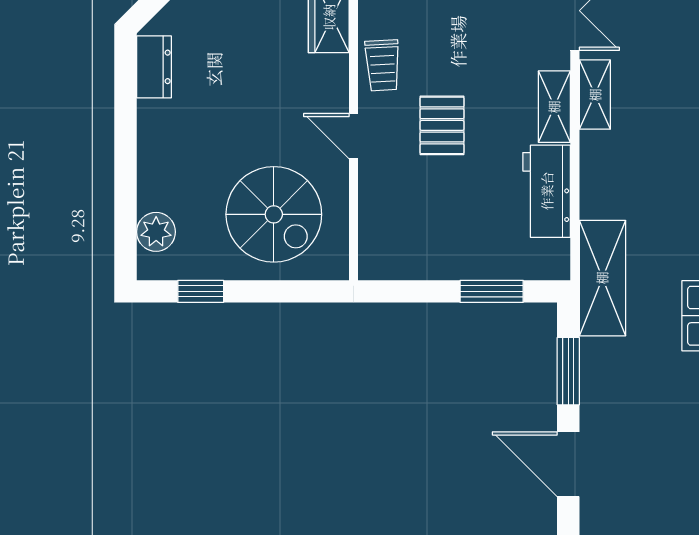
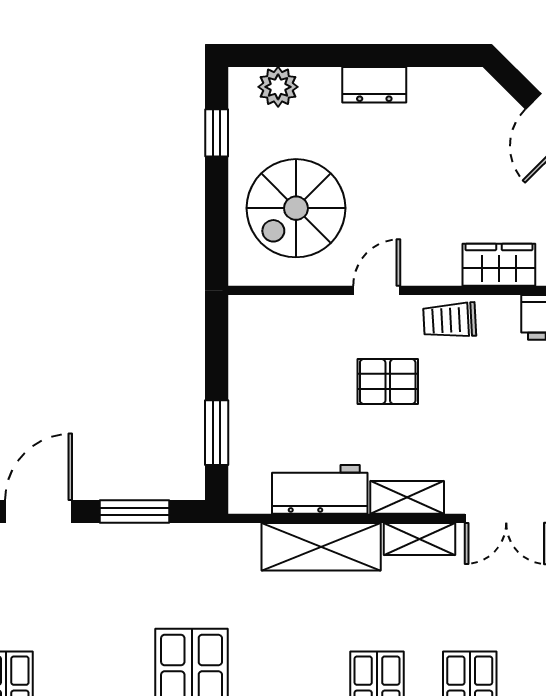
dresser: (154, 67) -> (374, 85), moved
shelving: (602, 278) -> (321, 547), moved

